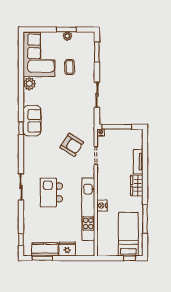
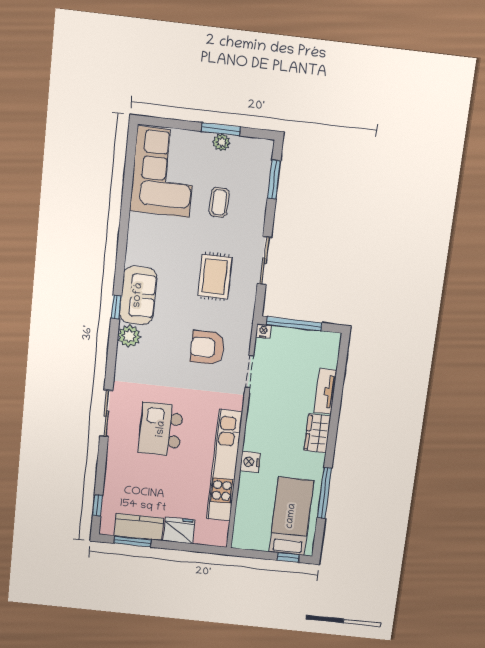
plant: (29, 84) -> (129, 336), moved
rug: (72, 106) -> (215, 277), added
armchair: (72, 145) -> (207, 348), turned 148

